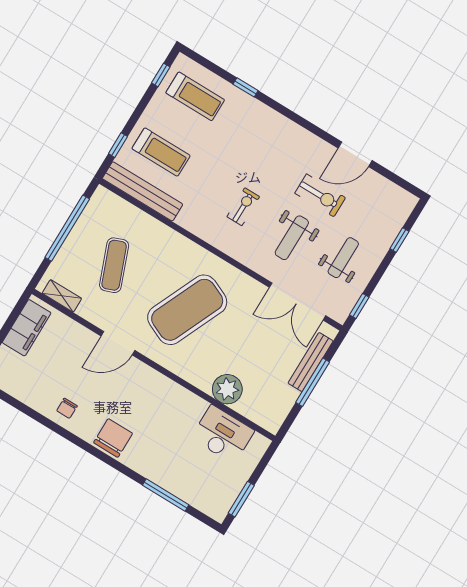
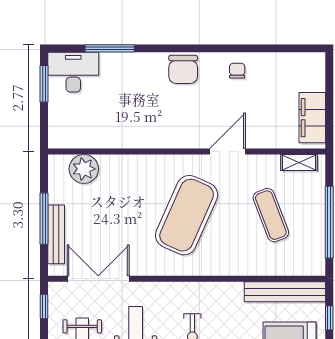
plant: (227, 389) -> (84, 169), moved
desk: (223, 434) -> (73, 72), moved, turned 180

